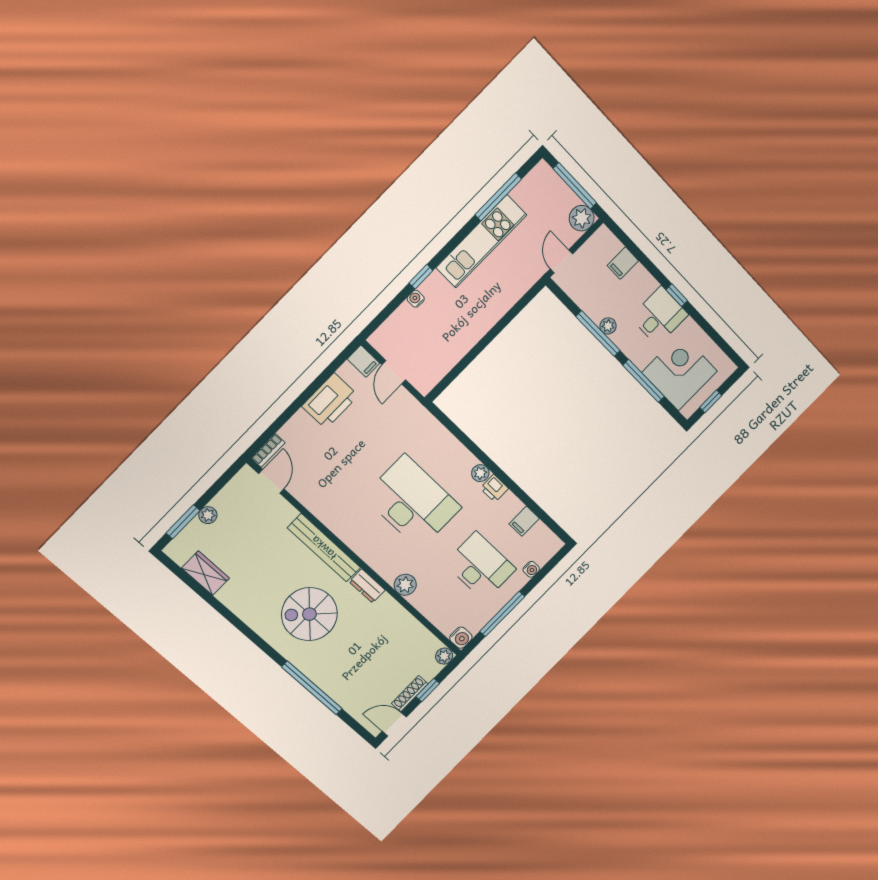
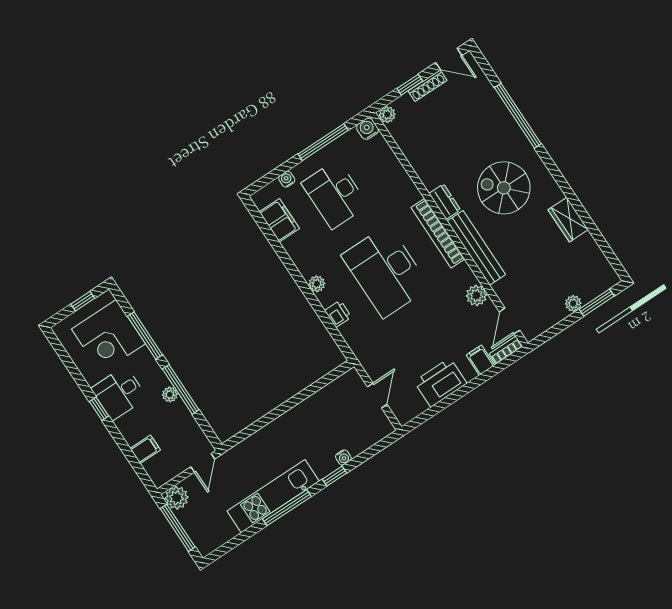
window: (498, 197) -> (287, 508), moved
filing cabinet: (363, 361) -> (480, 360), moved
printer: (494, 488) -> (338, 314), moved
filing cabinet: (524, 521) -> (279, 220), width x2.00
bookcase: (367, 553) -> (438, 233), added
wardrobe: (205, 573) -> (568, 220), moved
plant: (405, 585) -> (476, 295), moved
spiral stairs: (309, 614) -> (504, 188), turned 180

